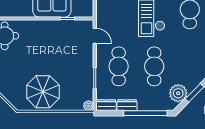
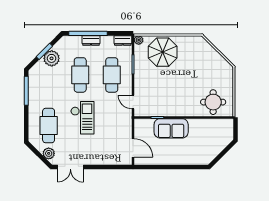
parasol: (43, 92) -> (163, 52), moved
plant: (178, 93) -> (52, 58), moved
dresser: (127, 105) -> (91, 40), moved

